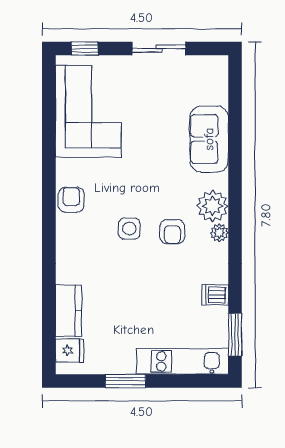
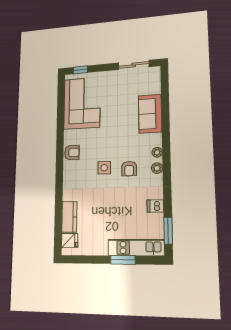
sliding door: (159, 49) -> (134, 65), moved
armchair: (71, 200) -> (72, 153), turned 89
plant: (213, 206) -> (157, 152), width x0.53, depth x0.53
window: (126, 381) -> (123, 260), moved

